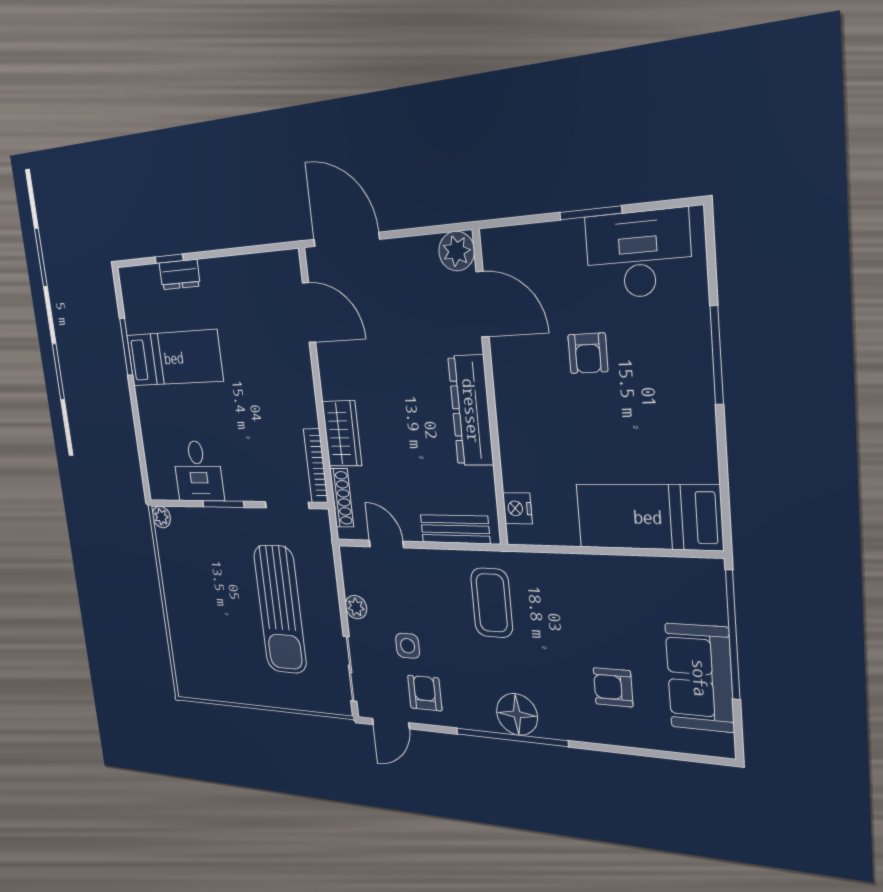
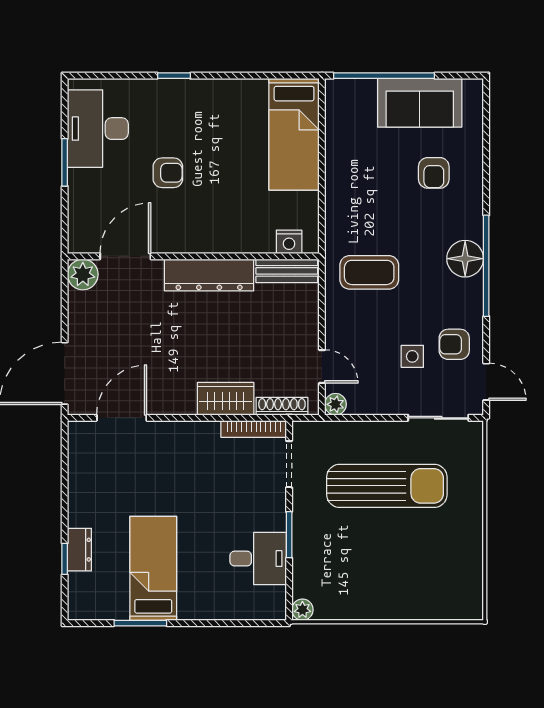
window: (717, 355) -> (174, 76), width x0.46
bench: (455, 529) -> (287, 271), moved, turned 90
door: (386, 544) -> (322, 367), swing flipped
plant: (356, 607) -> (335, 404), moved

